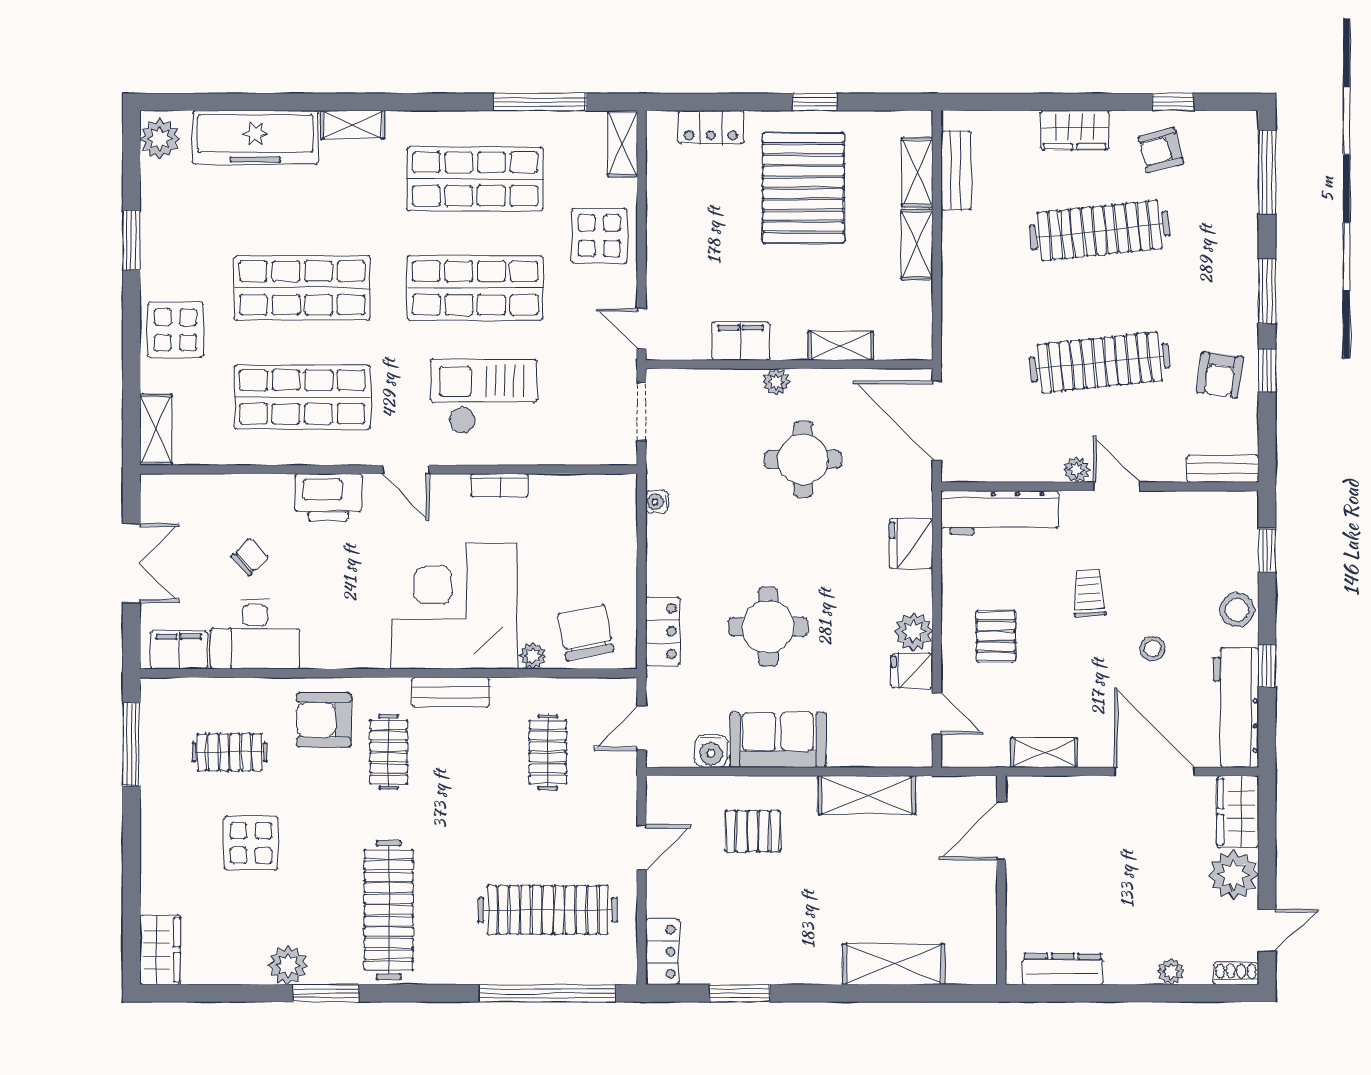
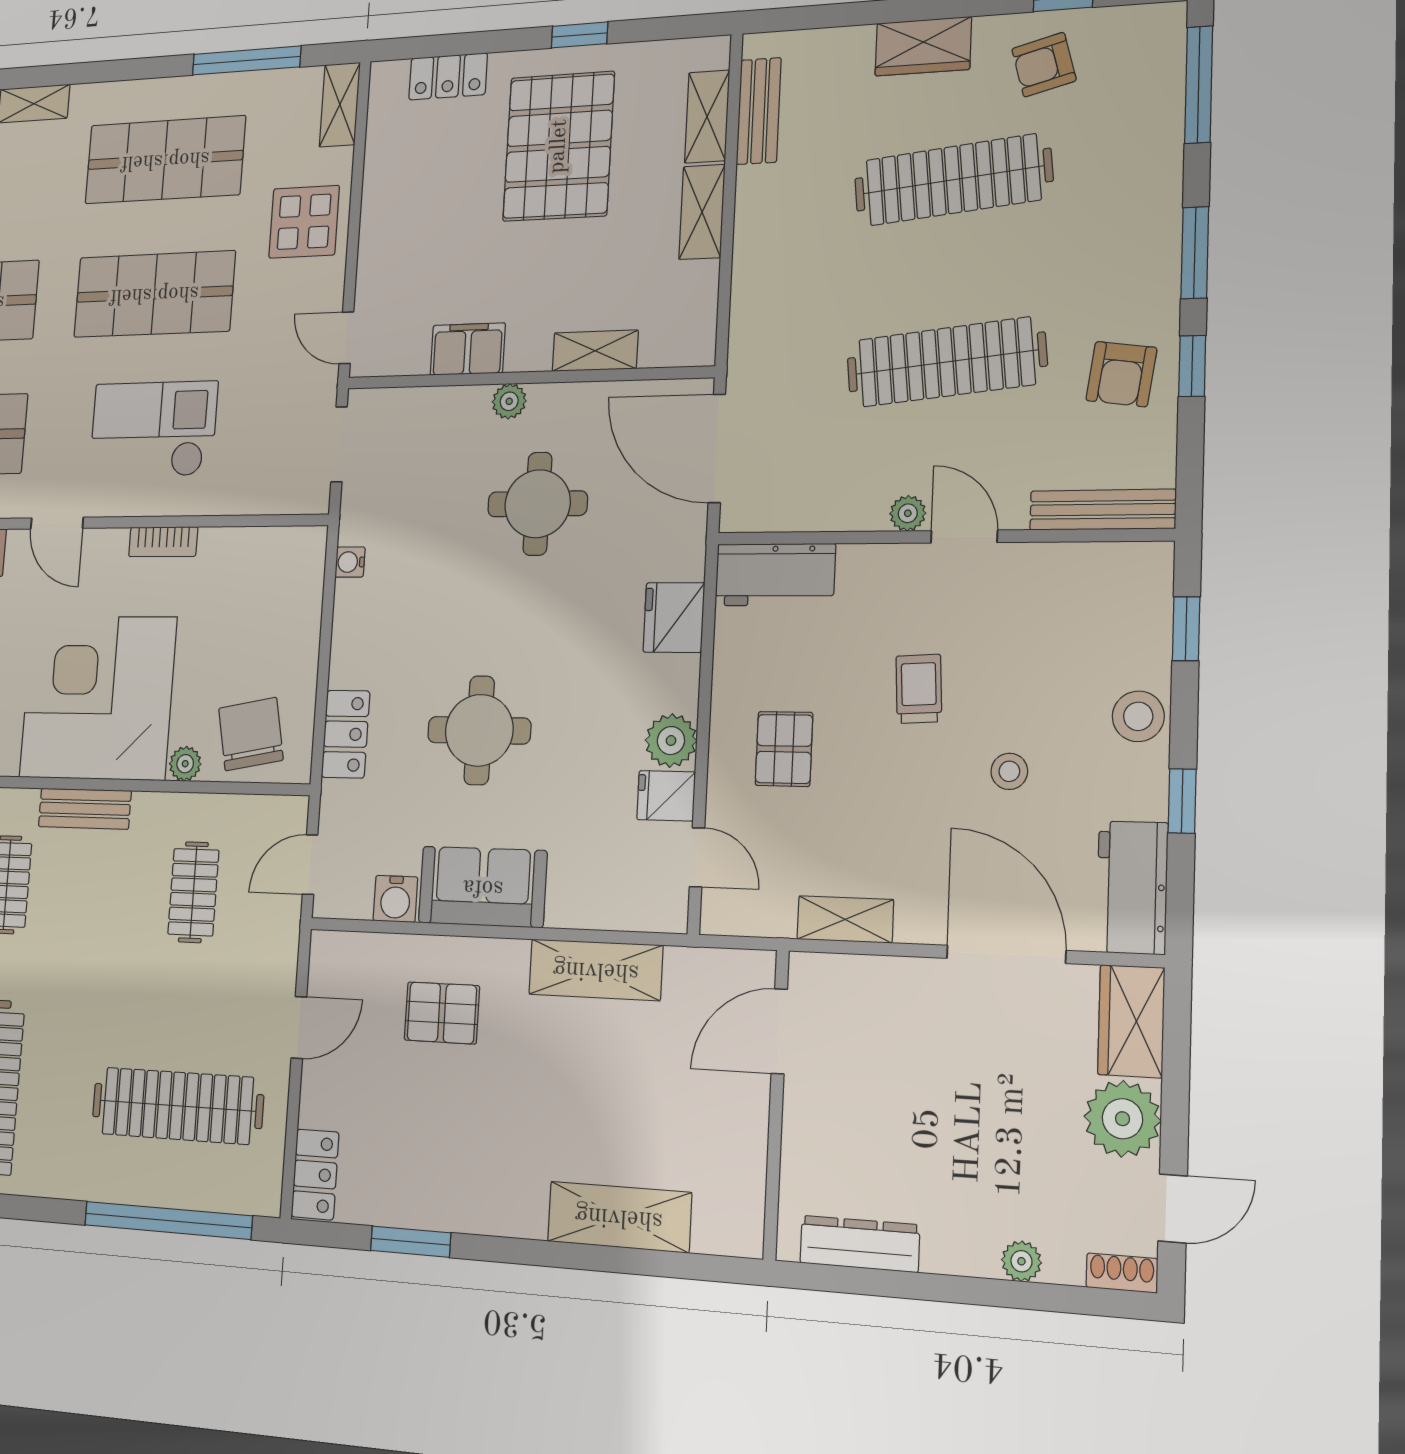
bench: (1223, 469) -> (1103, 510), width x1.36
workbench: (1000, 513) -> (775, 575), width x0.73
workbench: (1236, 708) -> (1132, 888), width x0.73

